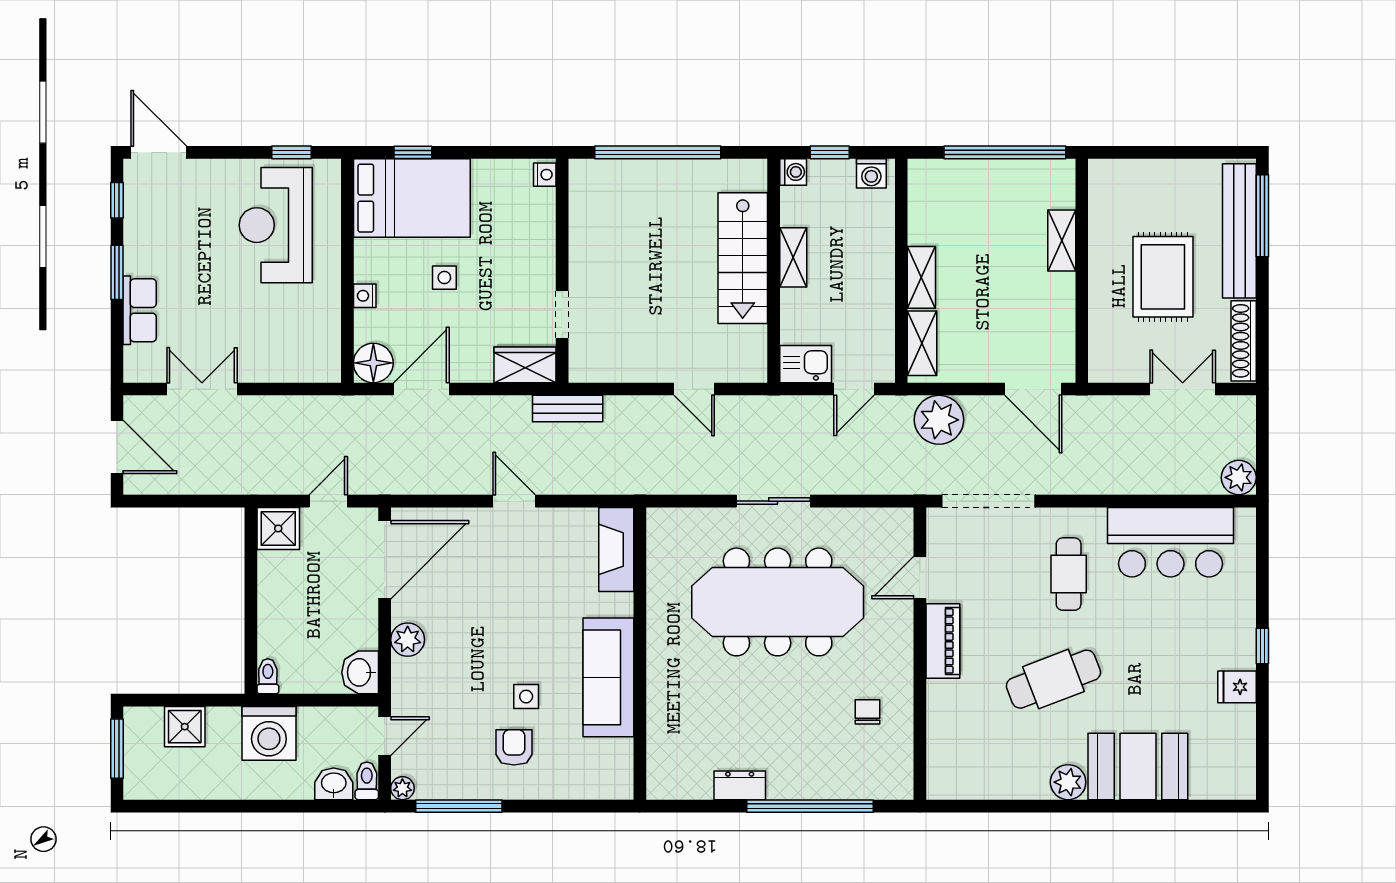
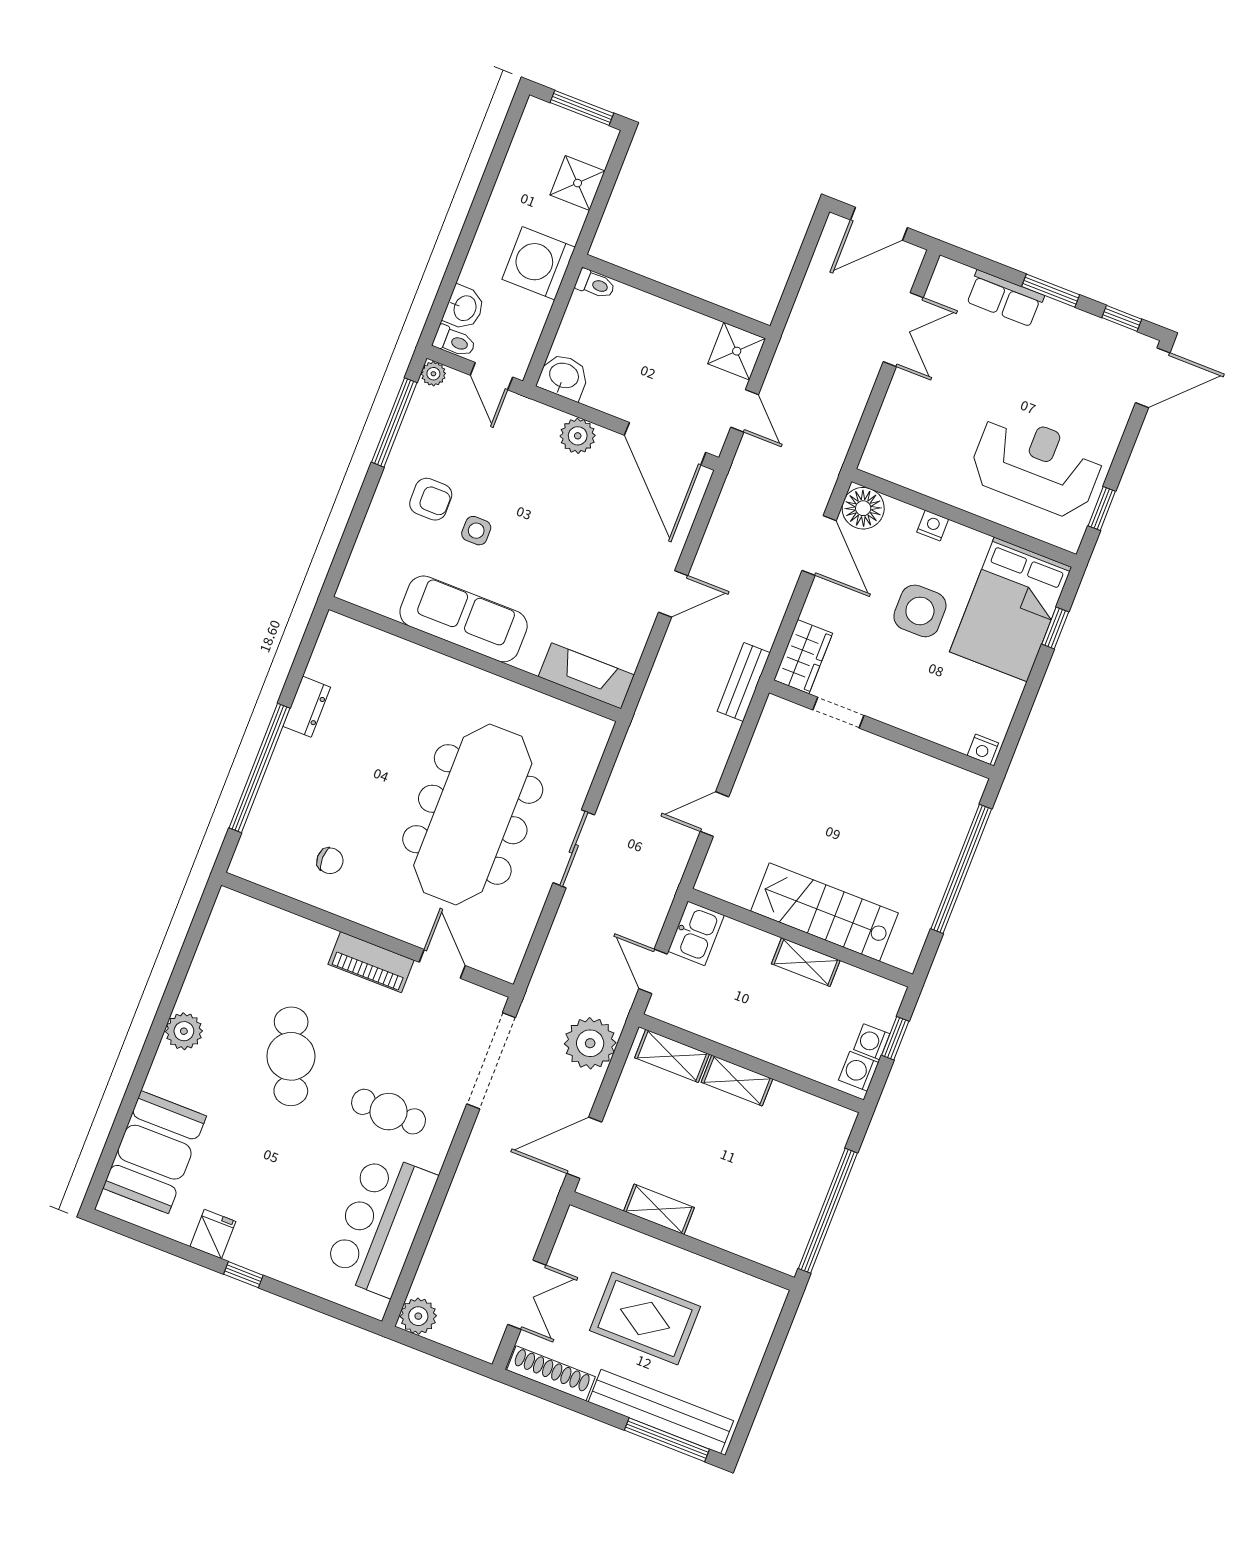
washing machine: (793, 172) -> (872, 1042), moved, turned 90
shelving: (1062, 240) -> (659, 1209), moved
side table: (444, 278) -> (920, 611), width x1.87, depth x1.87
booth: (1138, 766) -> (155, 1152), moved

